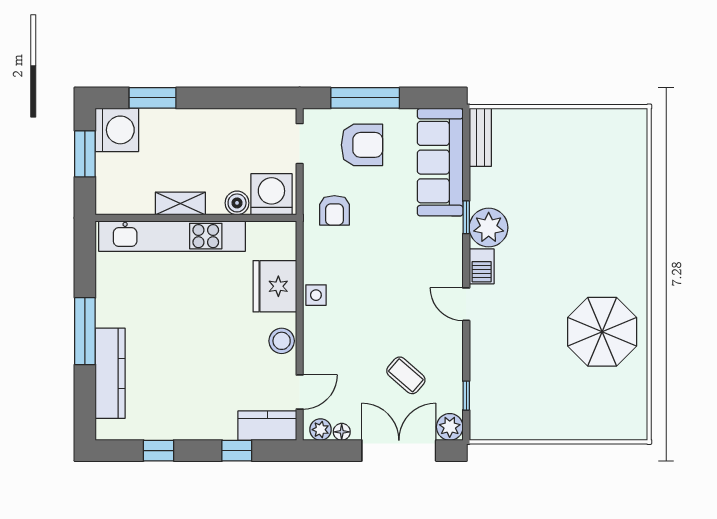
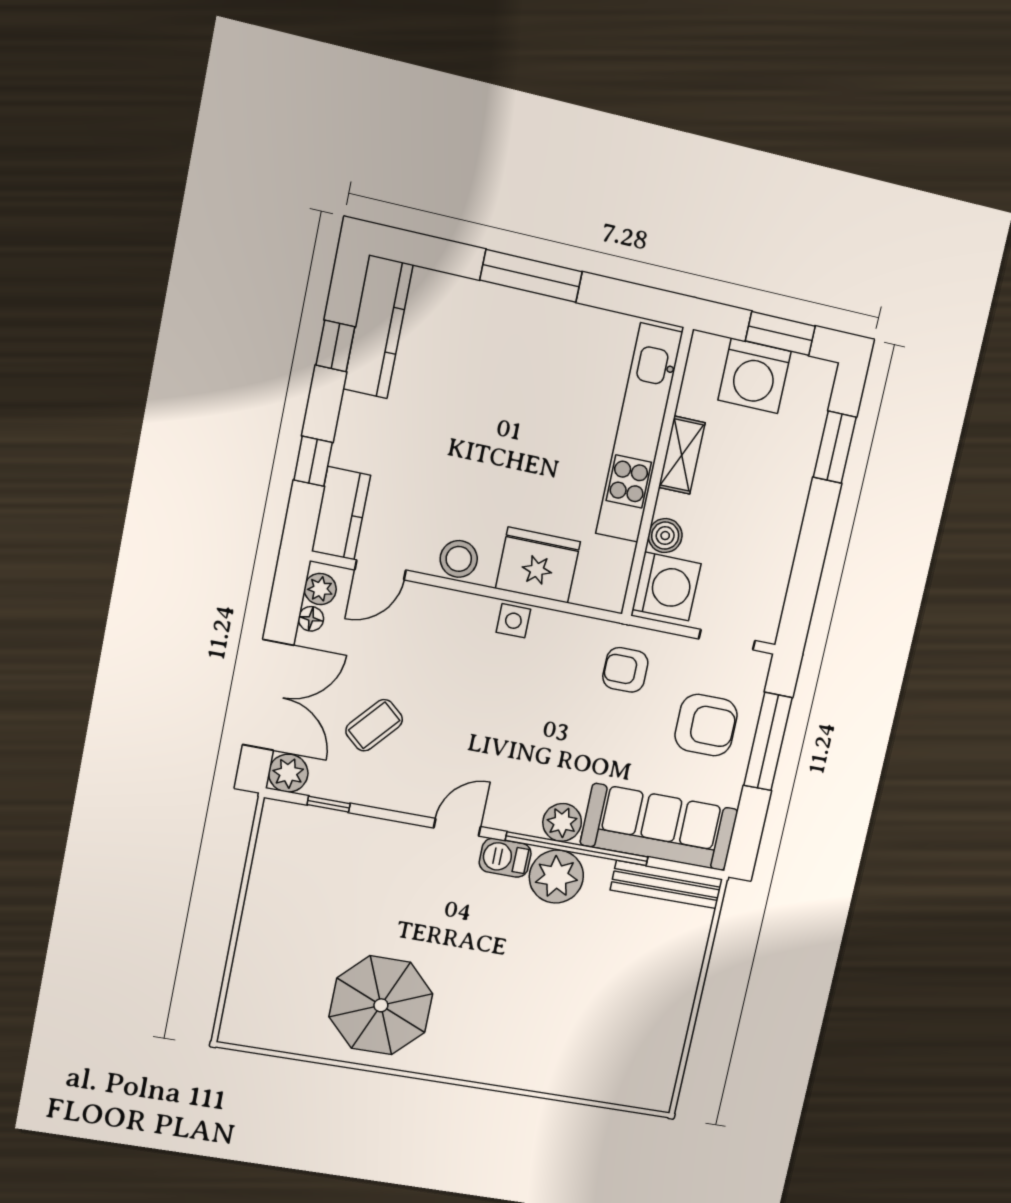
washing machine: (117, 130) -> (754, 376), moved
bench: (480, 137) -> (666, 885), width x1.36
armchair: (362, 145) -> (706, 725), turned -90
window: (466, 217) -> (577, 849), width x3.17
plant: (449, 232) -> (562, 822), added
kitchen counter: (110, 373) -> (378, 327), moved, turned -90
door: (300, 392) -> (380, 570), hinge flipped

